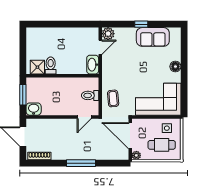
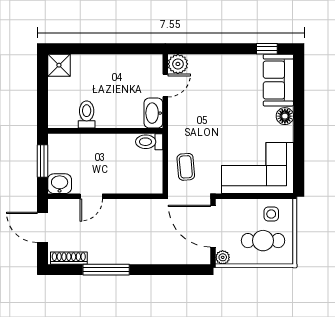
window: (141, 24) -> (267, 49), moved
sofa: (153, 37) -> (278, 80), moved, turned 90
shower: (37, 67) -> (59, 65), moved
toilet: (90, 95) -> (149, 142), moved
door: (84, 117) -> (91, 196), moved
window: (81, 163) -> (106, 270), moved

